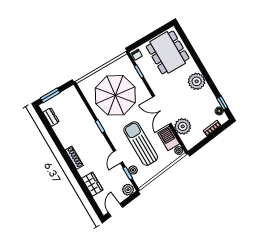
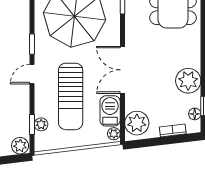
plant: (197, 81) -> (188, 81), moved
plant: (183, 126) -> (137, 123), moved
sun lounger: (141, 144) -> (71, 96), turned 180
door: (118, 157) -> (32, 74), moved

